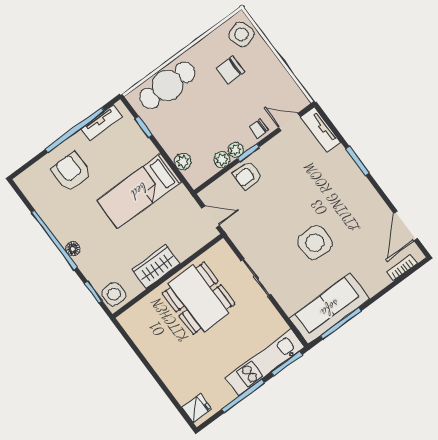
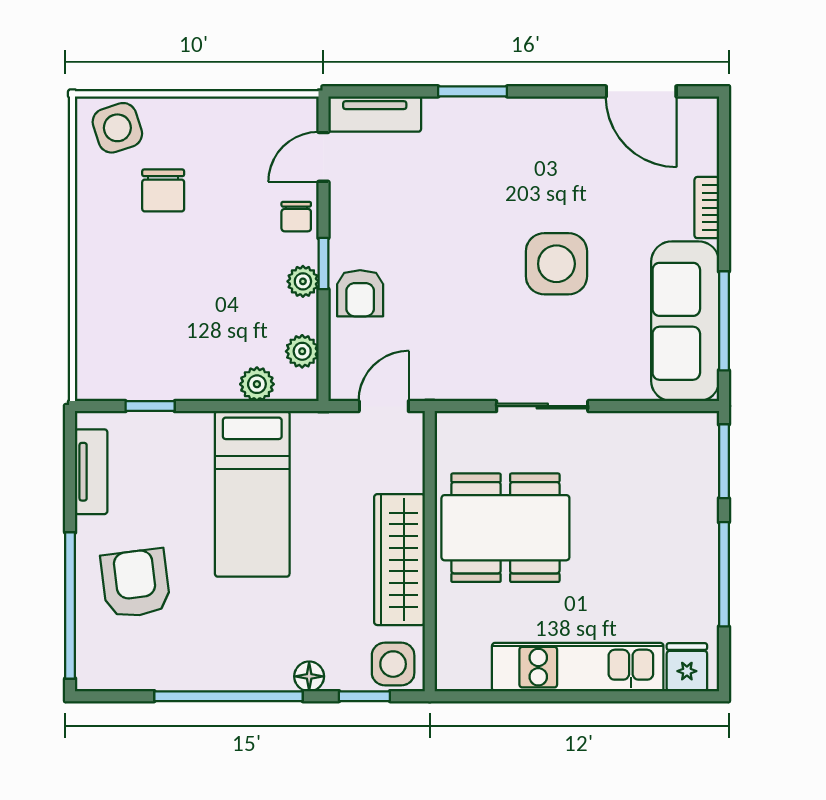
cafe table: (168, 85) -> (110, 315), removed
window: (75, 130) -> (70, 606), moved
plant: (222, 160) -> (302, 351), moved
armchair: (71, 172) -> (136, 583), turned 83
floor lamp: (73, 249) -> (309, 676), moved
wardrobe: (156, 267) -> (399, 560), width x1.50
bookcase: (402, 268) -> (707, 208), moved
kitchen unit: (265, 363) -> (578, 667), moved, turned 90

